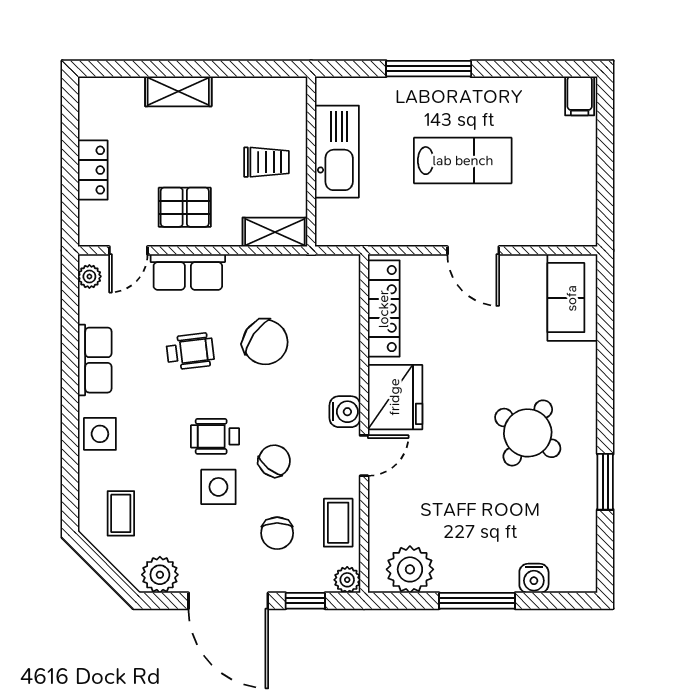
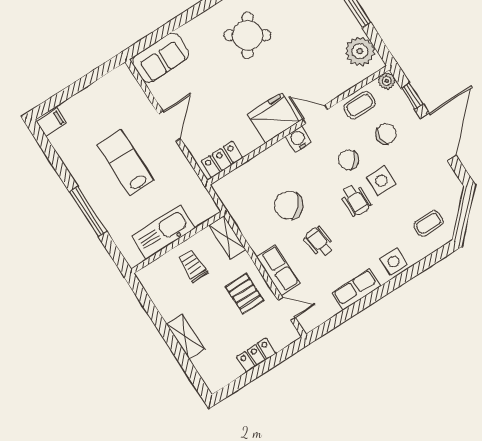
plant: (89, 276) -> (314, 321), removed
locker: (384, 309) -> (222, 159), width x0.66
chair: (265, 342) -> (289, 205), turned -83
plant: (160, 575) -> (448, 182), removed

